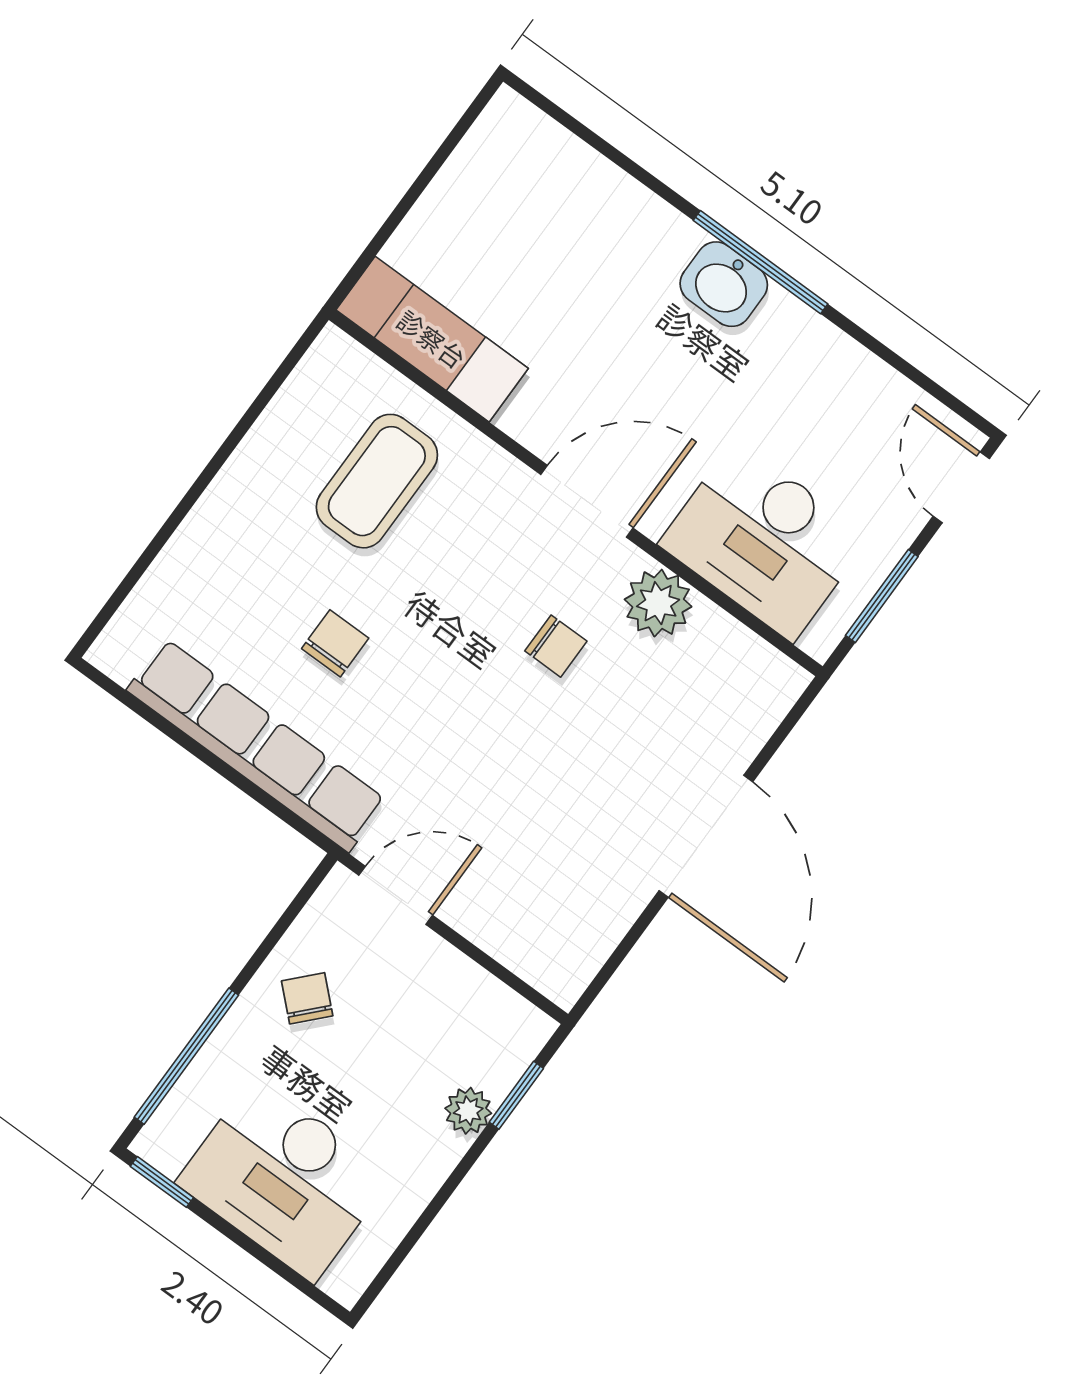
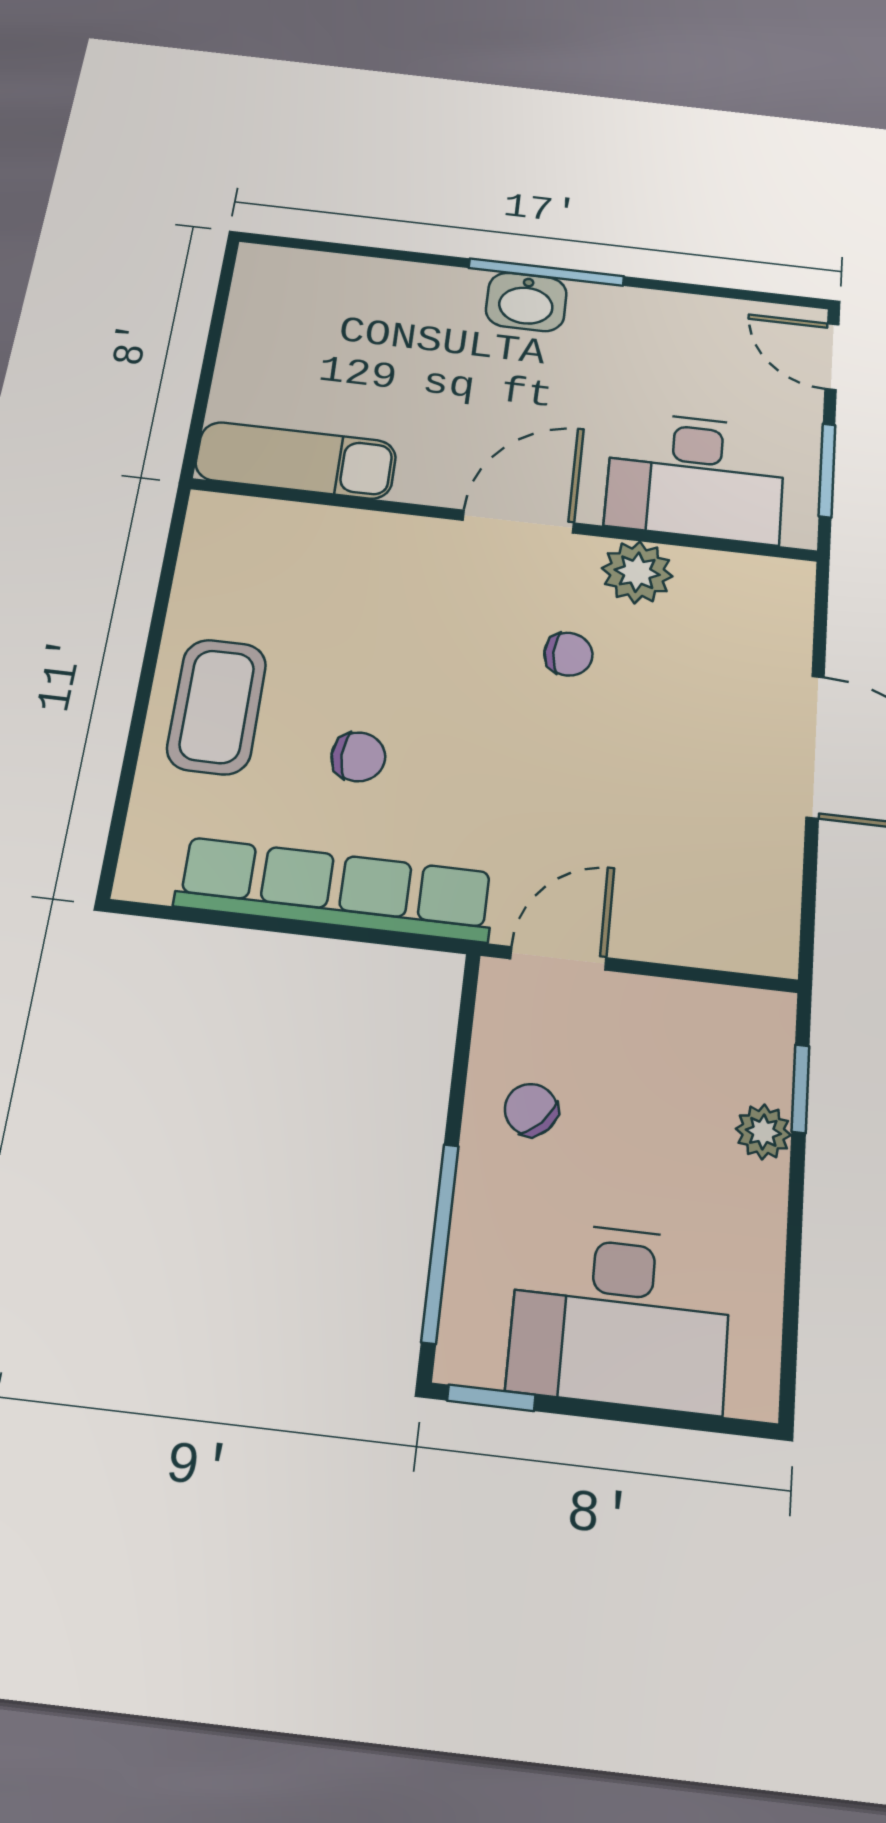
coffee table: (377, 481) -> (217, 706), moved
chair: (335, 643) -> (358, 757), turned 90

